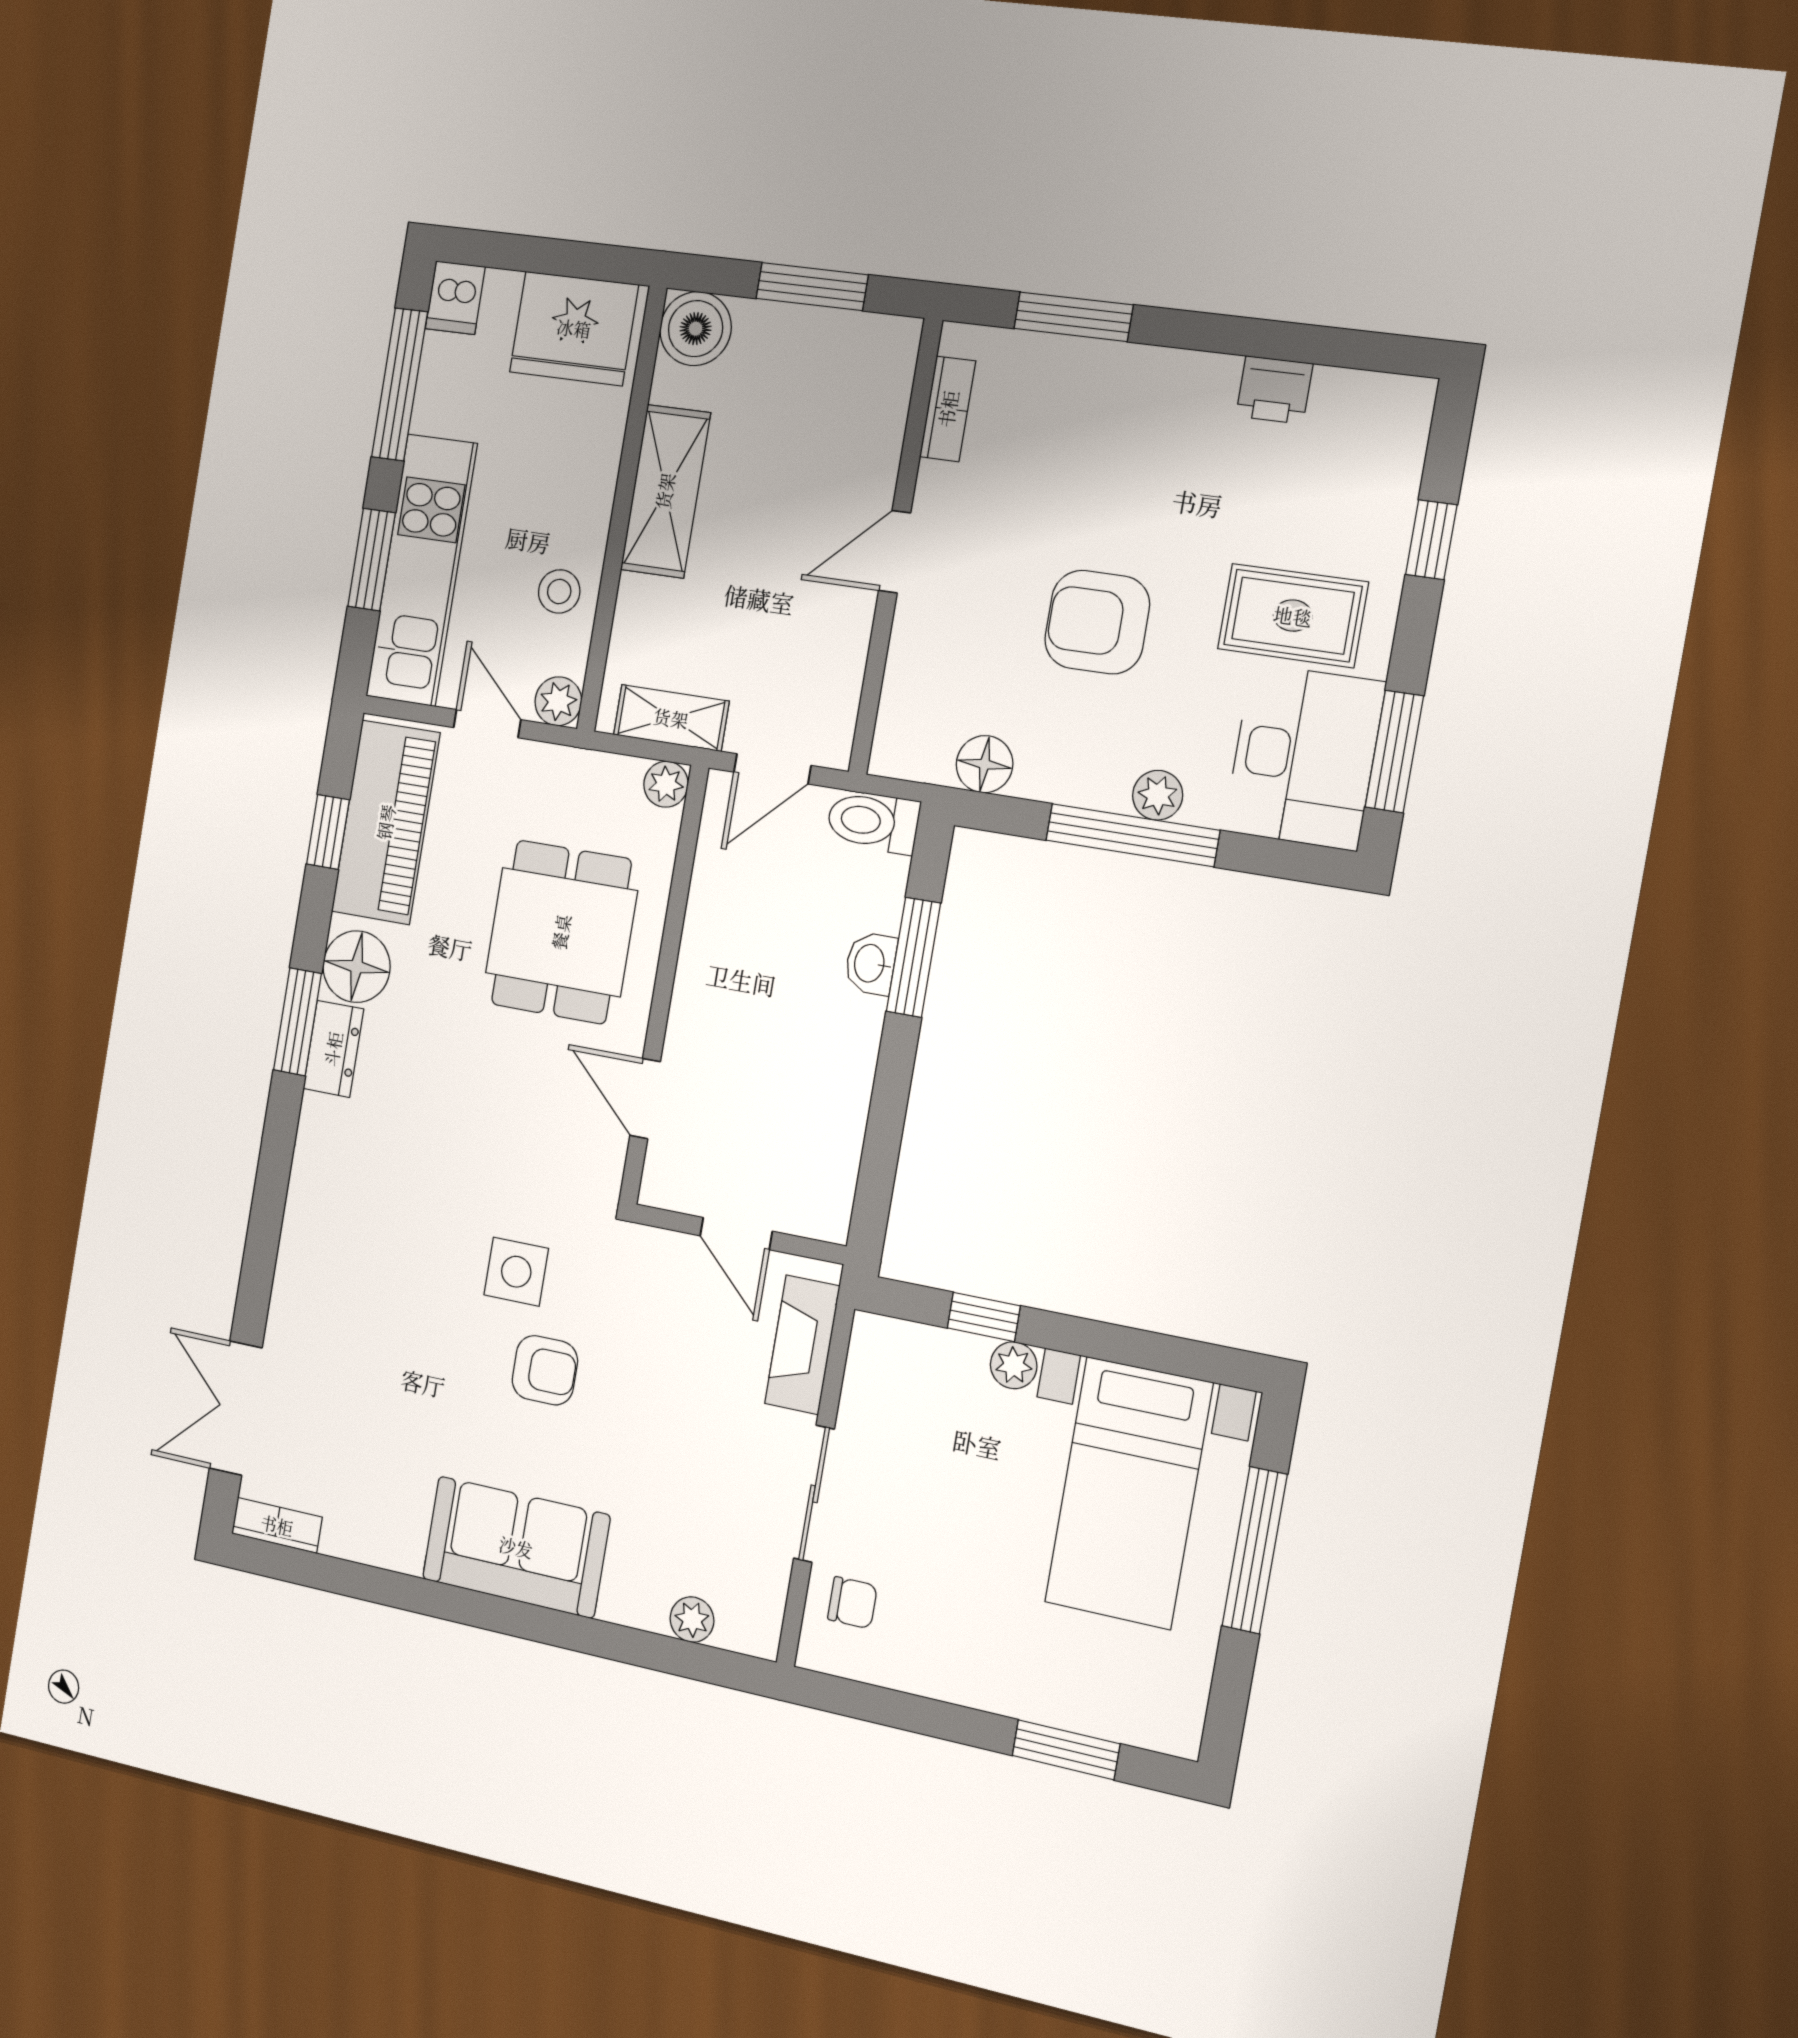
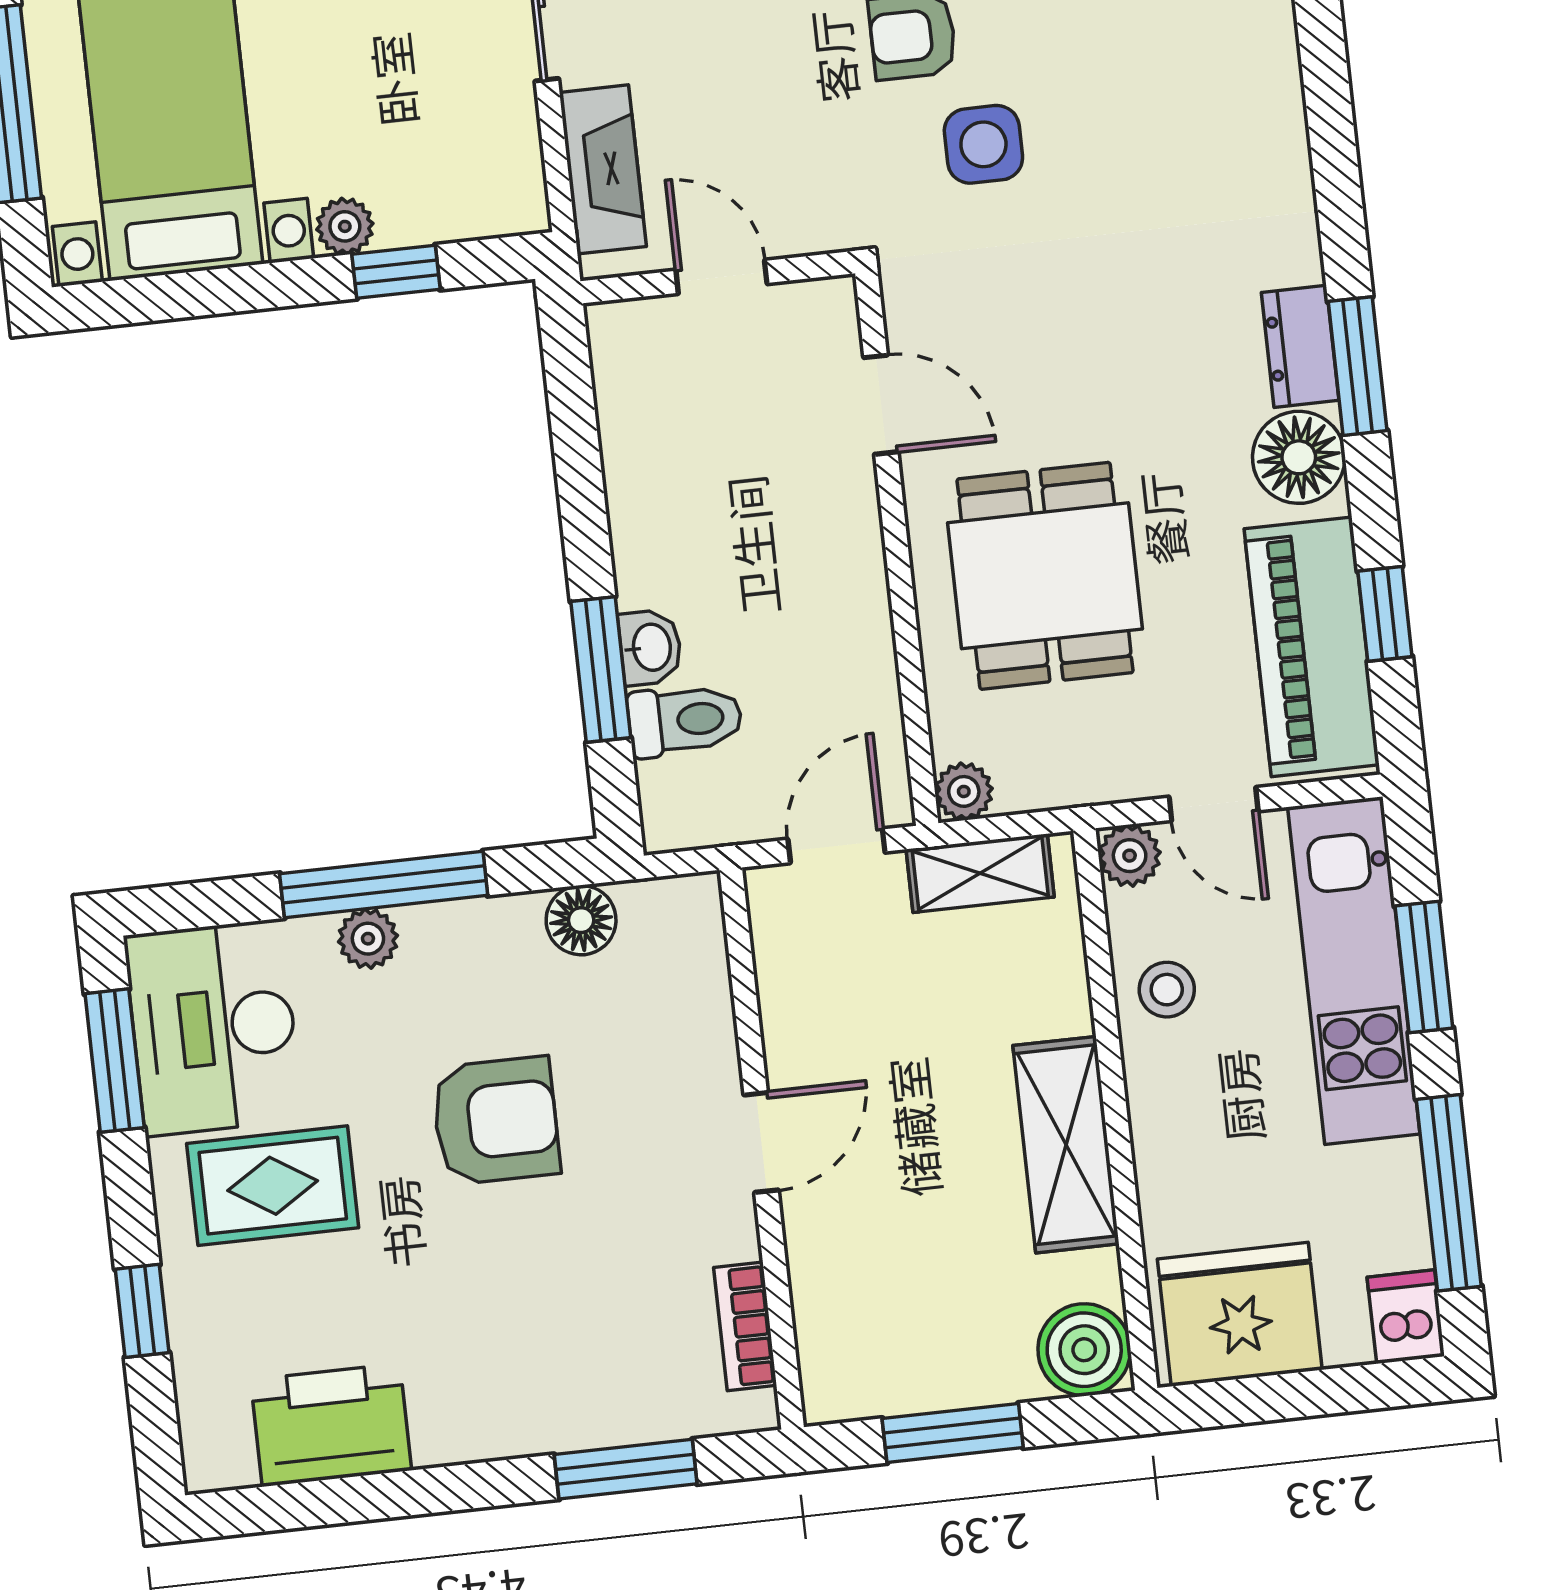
printer: (1274, 390) -> (331, 1425), width x1.87, depth x1.48
toilet: (873, 822) -> (685, 720), moved

